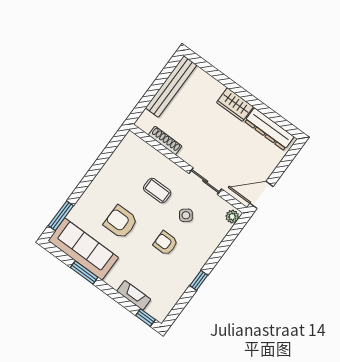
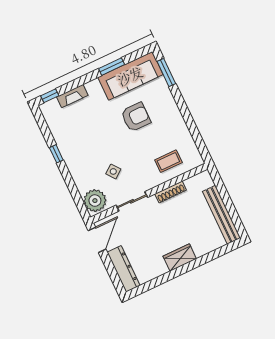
dresser: (269, 129) -> (124, 269), moved, turned 90
shoe rack: (165, 141) -> (171, 192), moved
coffee table: (157, 191) -> (168, 161), moved
plant: (232, 217) -> (95, 201), width x1.87, depth x1.87
armchair: (165, 243) -> (100, 143), removed

